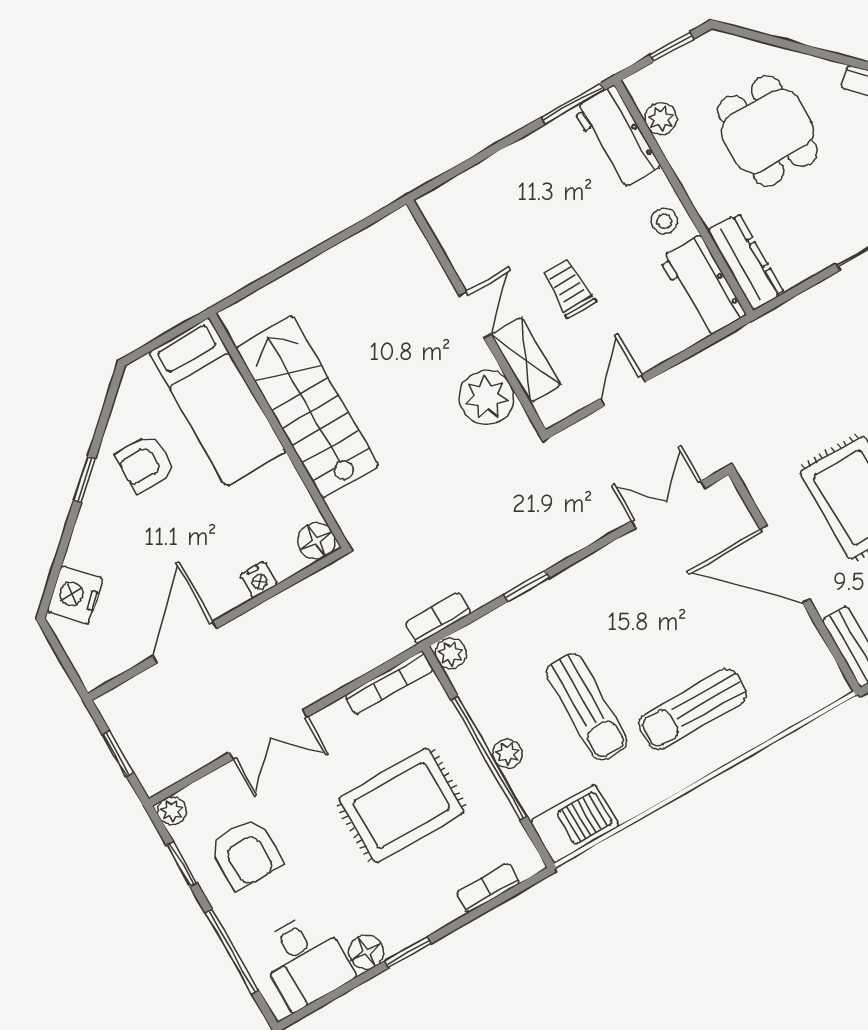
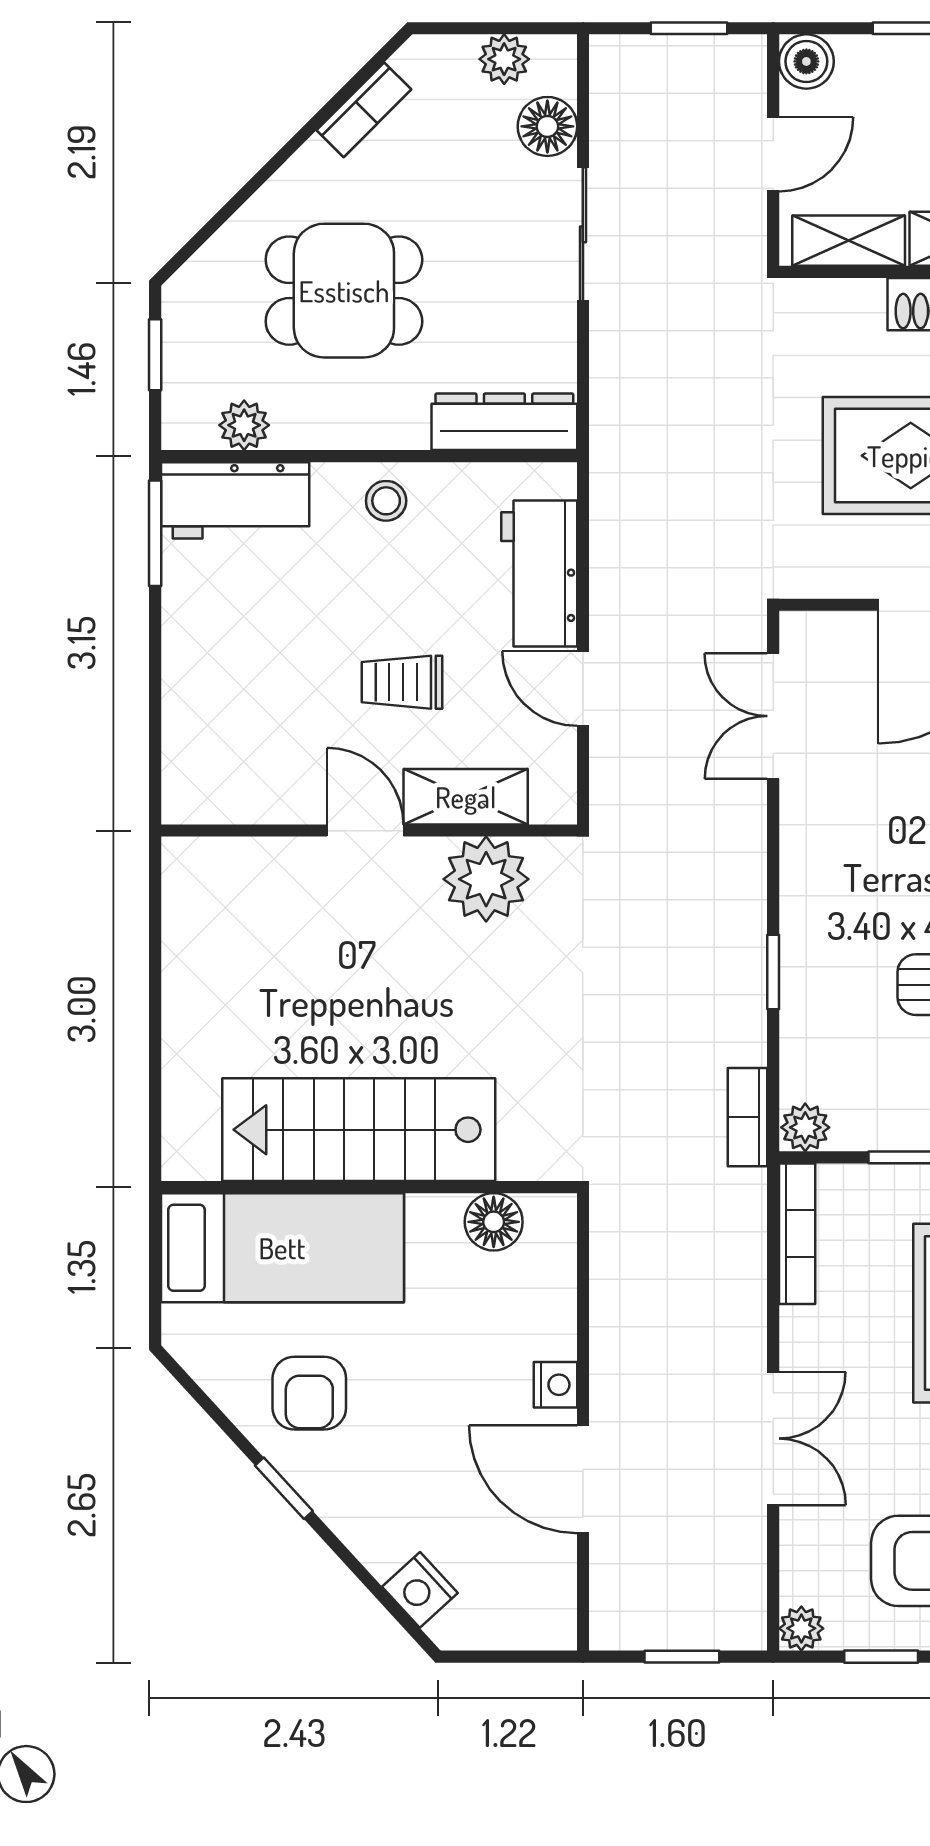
workbench: (702, 286) -> (539, 573), moved, turned 90
floor lamp: (316, 541) -> (494, 1222), moved
nightstand: (259, 580) -> (556, 1385), moved
nightstand: (75, 595) -> (420, 1590), width x0.74, depth x0.75

